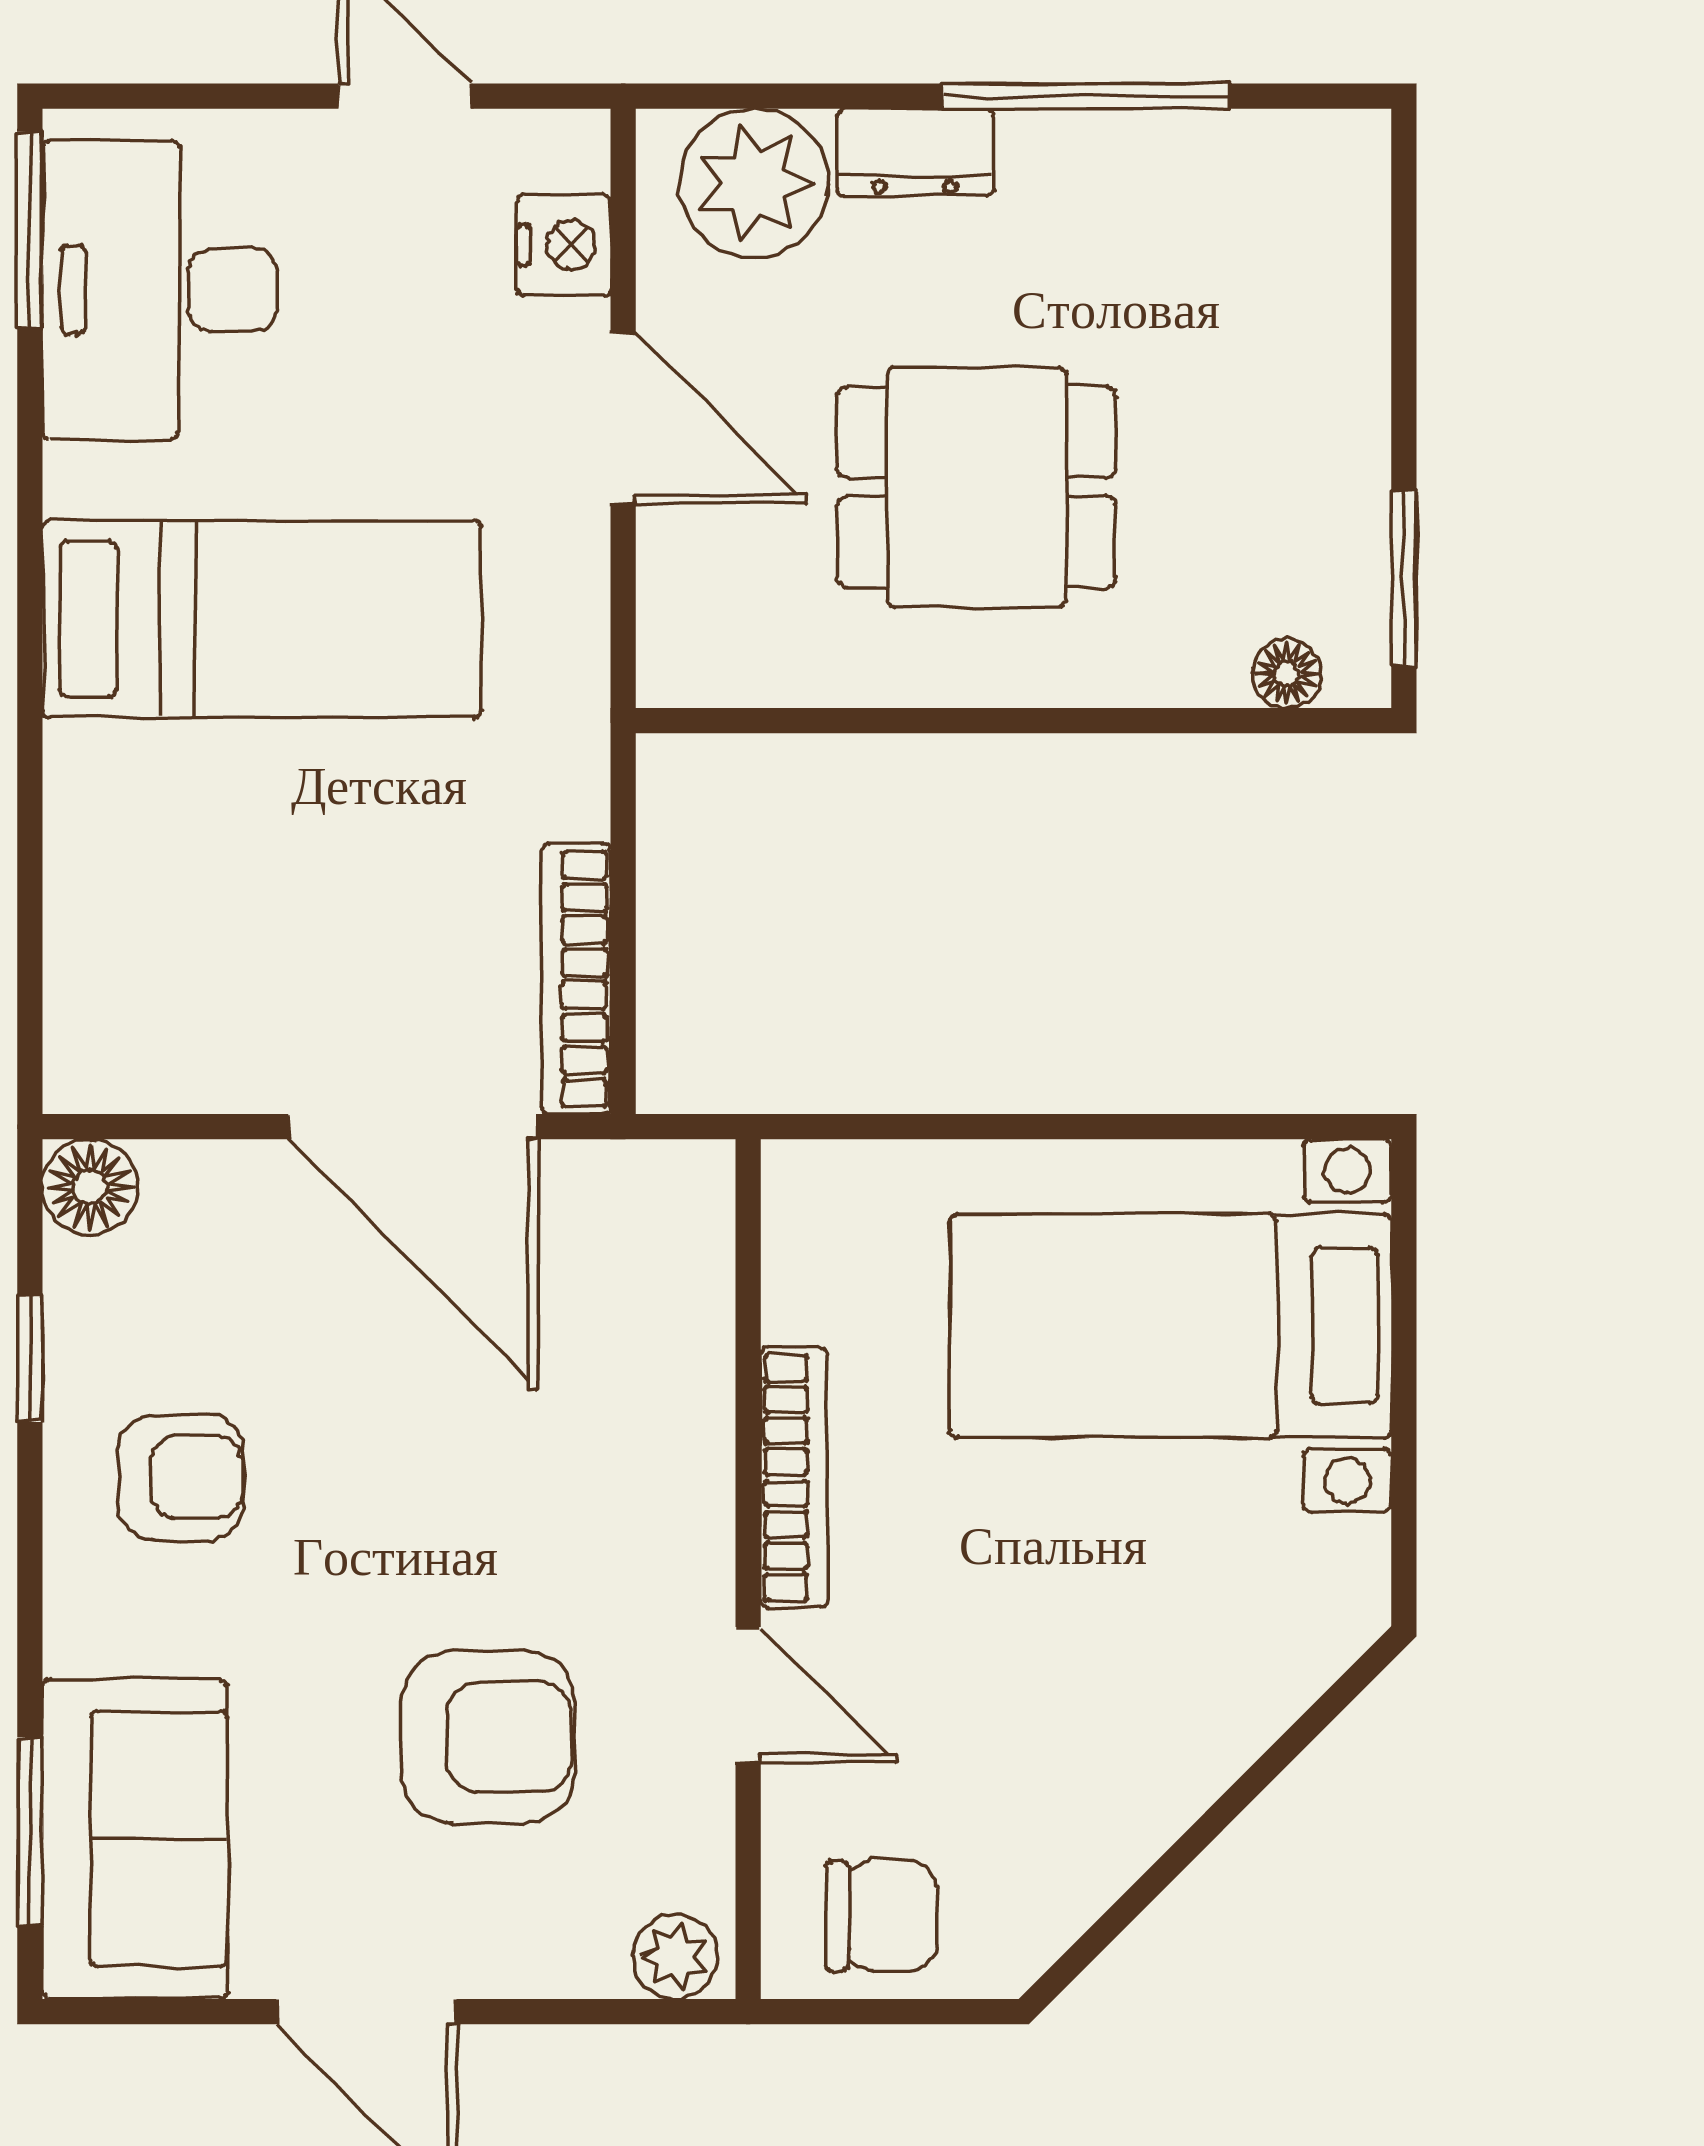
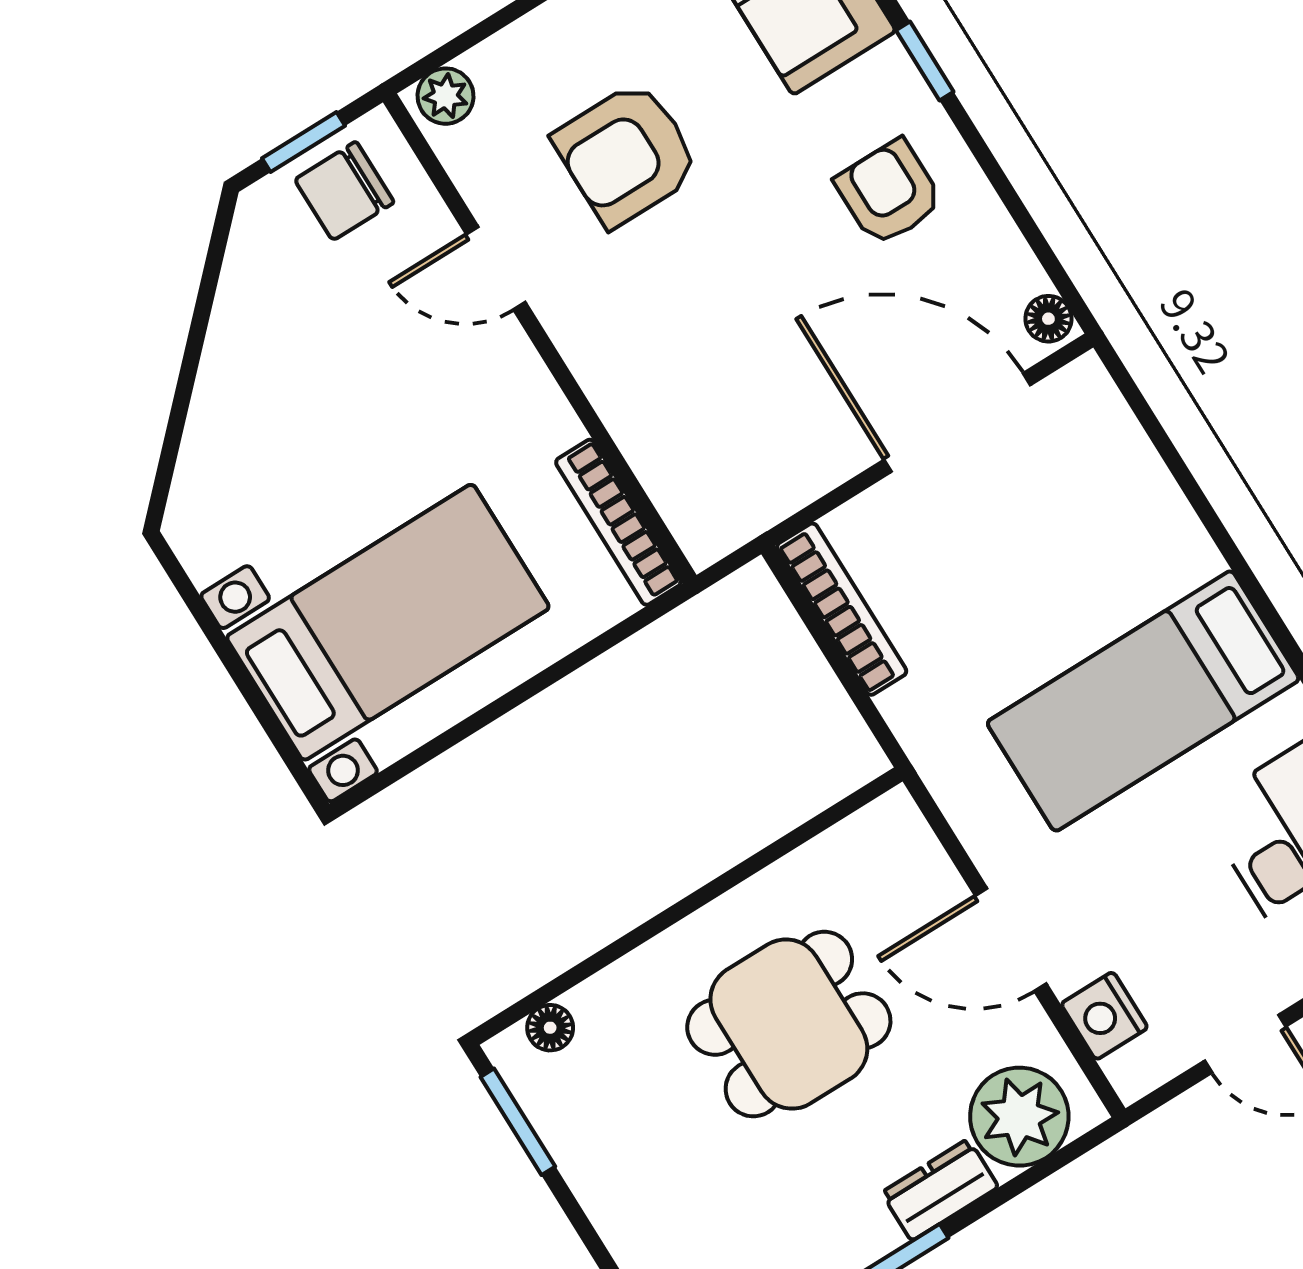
door: (413, 1127) -> (957, 422), moved
floor lamp: (90, 1187) -> (1048, 319), width x0.73, depth x0.73
window: (30, 1359) -> (925, 61), moved
armchair: (181, 1477) -> (889, 193), turned 90
bookcase: (794, 1478) -> (618, 522), moved
window: (895, 2012) -> (303, 142), added

